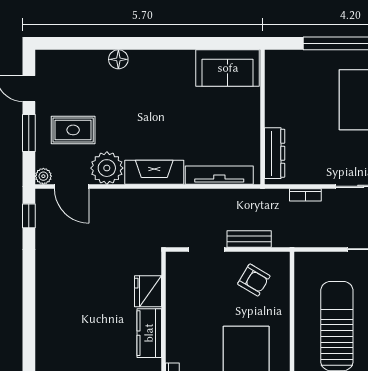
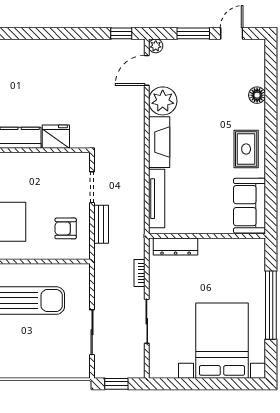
floor lamp: (118, 59) -> (257, 95), moved
rug: (73, 130) -> (246, 149), moved
armchair: (254, 280) -> (66, 228), turned 59

